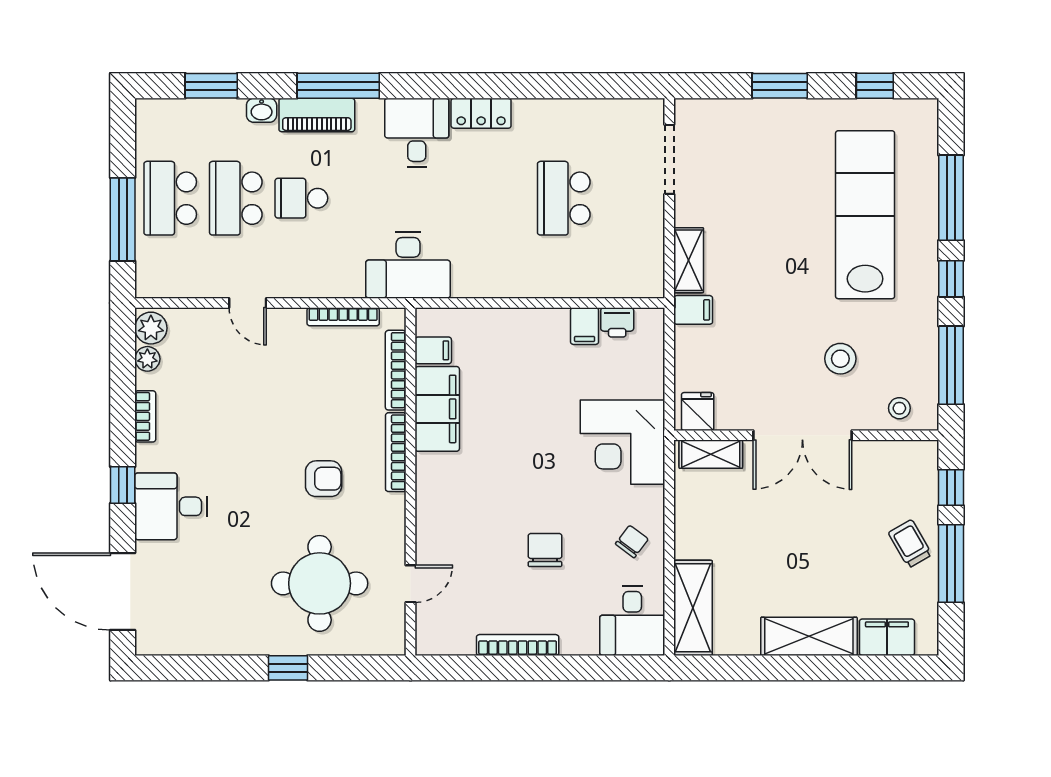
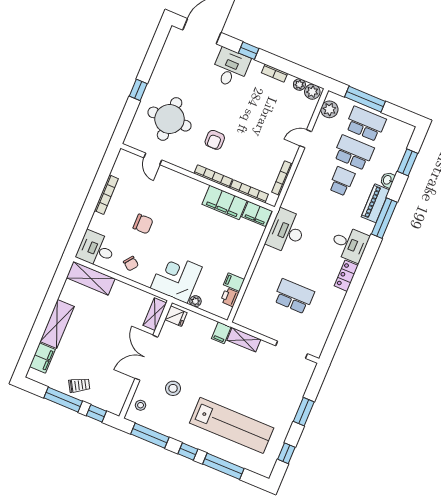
desk: (408, 265) -> (286, 231), moved
plant: (171, 280) -> (329, 109), added
filing cabinet: (433, 350) -> (257, 214), width x2.00
plant: (653, 386) -> (195, 301), added

